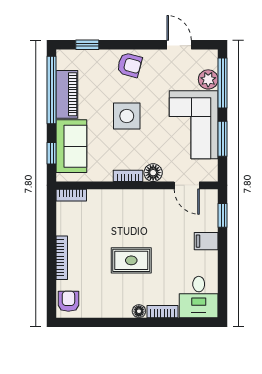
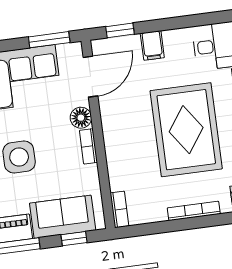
window: (223, 139) -> (49, 40), moved
door: (187, 185) -> (90, 77), width x1.37
rug: (131, 260) -> (186, 130), width x1.86, depth x2.06

